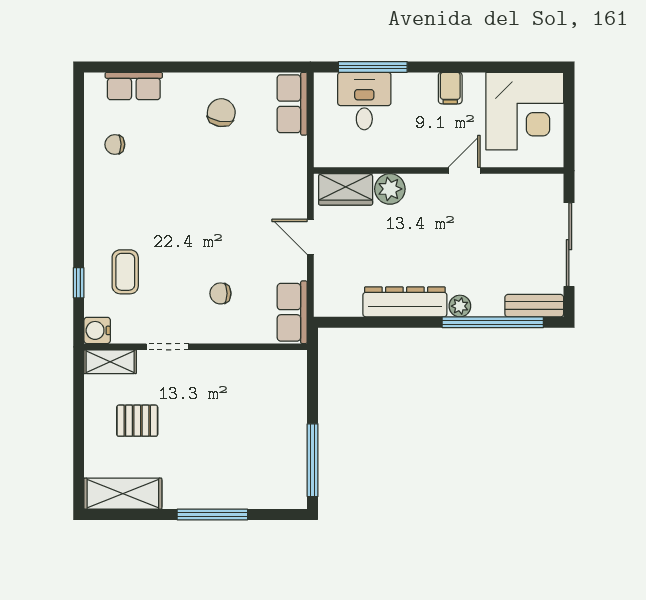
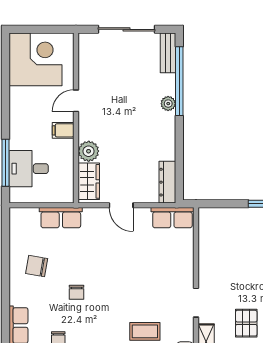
filing cabinet: (450, 88) -> (63, 130), moved, turned 180
row of seats: (292, 104) -> (61, 218), moved
door: (464, 171) -> (76, 101), hinge flipped
door: (310, 237) -> (121, 205), hinge flipped
chair: (220, 293) -> (76, 292), moved
dresser: (405, 302) -> (167, 182), moved, width x0.73, depth x0.80

